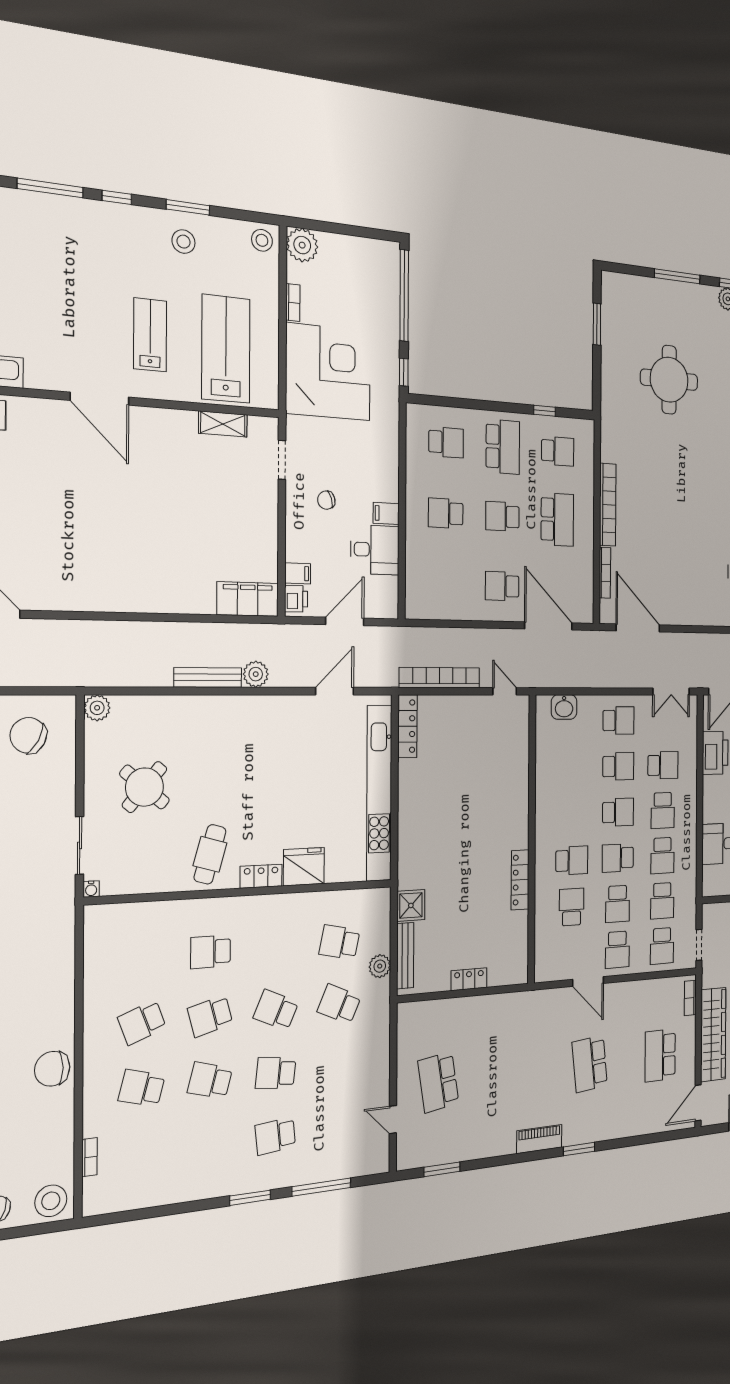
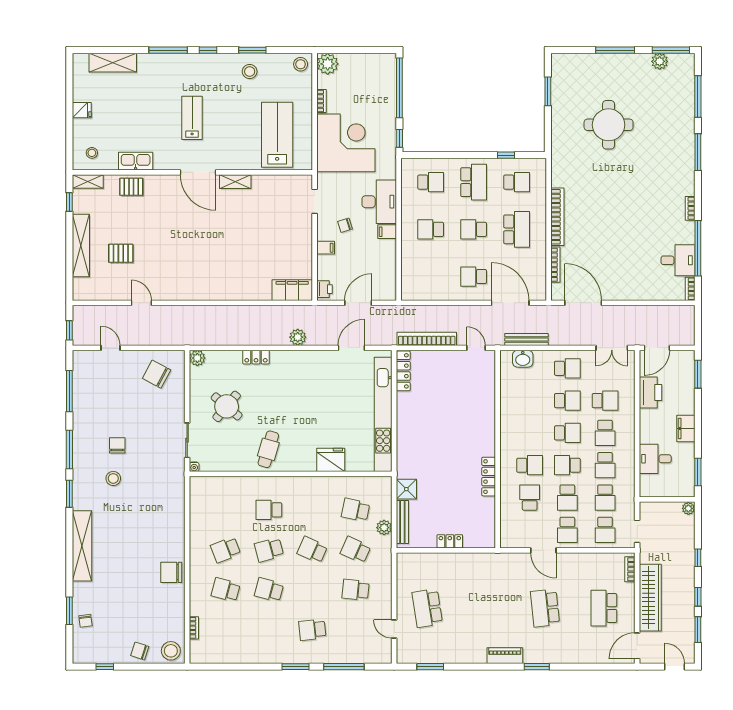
lab bench: (150, 335) -> (192, 118), moved
shelving: (223, 424) -> (235, 182), moved
desk: (375, 550) -> (379, 202), moved, width x1.37
filing cabinet: (298, 573) -> (326, 248), moved
bench: (208, 678) -> (527, 339), moved
locker: (261, 876) -> (256, 357), moved, turned 180
school desk: (276, 1073) -> (356, 590), moved

